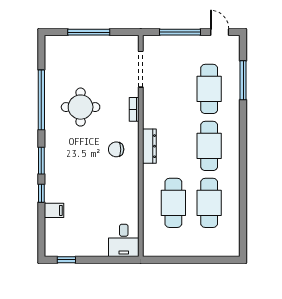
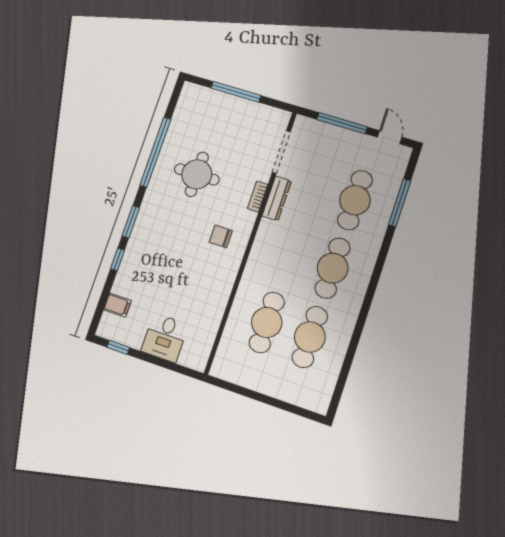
dresser: (149, 146) -> (277, 198), moved
filing cabinet: (54, 210) -> (117, 305), moved
desk: (124, 240) -> (165, 338), moved

